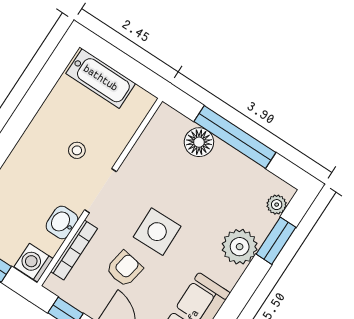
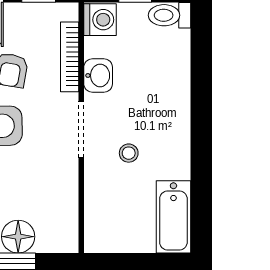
bathtub: (101, 78) -> (173, 217), moved, turned -90

